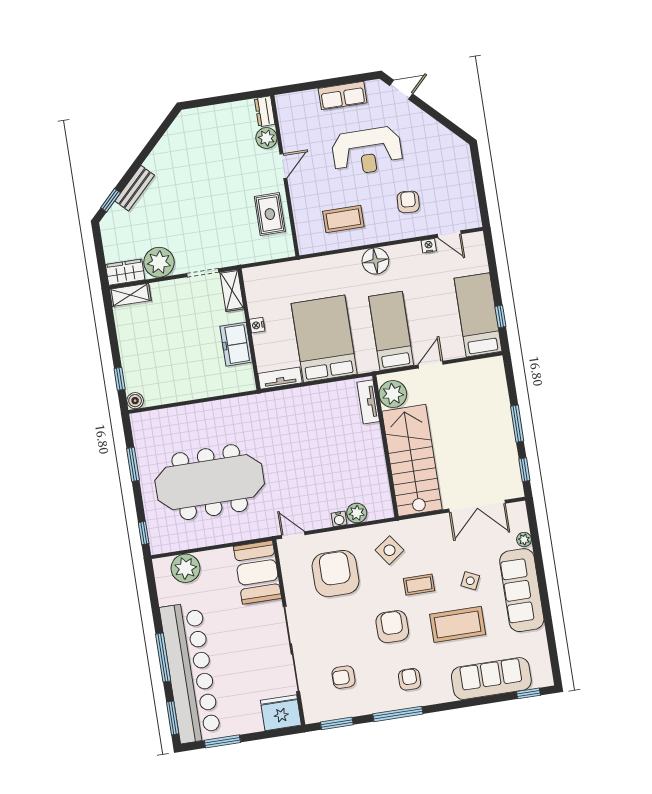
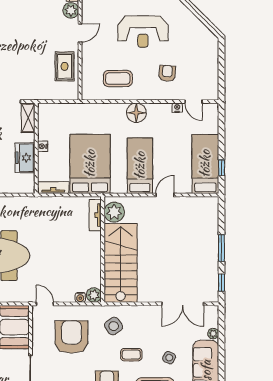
plant: (393, 394) -> (114, 212), moved
tv unit: (368, 402) -> (95, 215), moved
wall: (385, 446) -> (103, 249), moved
stairs: (412, 460) -> (121, 263), moved

